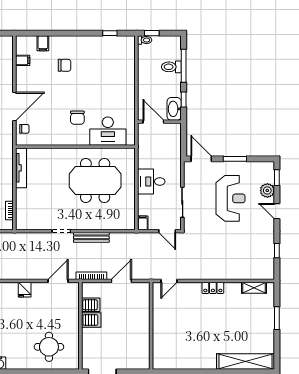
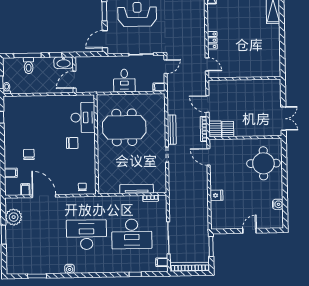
door: (14, 107) -> (44, 196), moved
tv unit: (21, 168) -> (137, 189), moved
meeting table: (95, 180) -> (124, 127), turned 90
locker: (213, 288) -> (212, 40), moved
fridge: (25, 290) -> (216, 195), moved
server rack: (91, 320) -> (215, 129), moved
round table: (49, 347) -> (263, 163), width x1.36, depth x1.36

